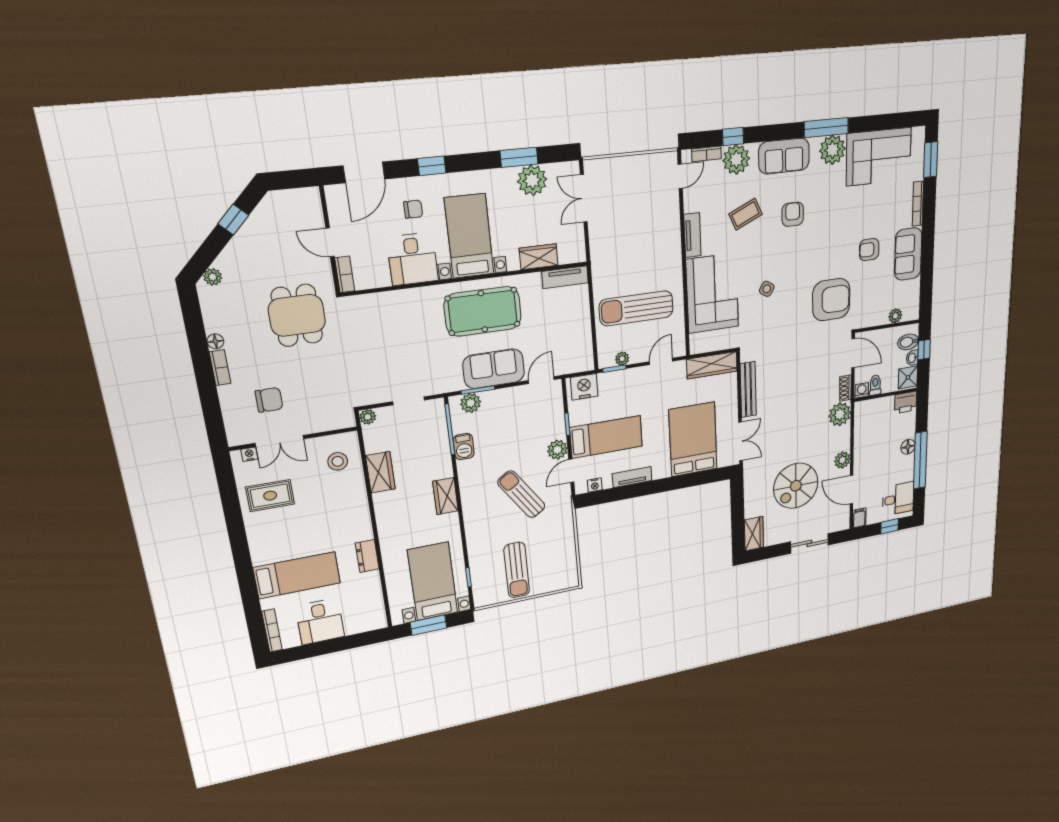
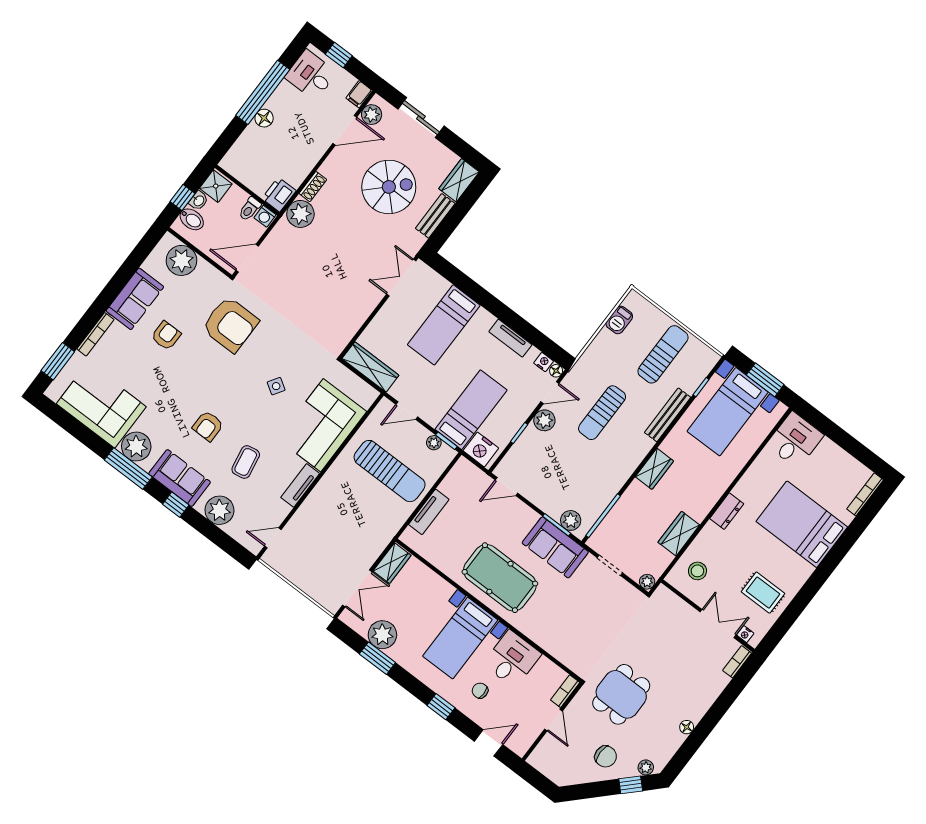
window: (733, 137) -> (176, 505), moved
bookcase: (706, 154) -> (239, 536), removed
door: (364, 172) -> (489, 743), width x0.73
coffee table: (745, 214) -> (246, 462), turned -76
window: (233, 220) -> (631, 785), moved
armchair: (869, 250) -> (166, 336), turned -90
wardrobe: (539, 257) -> (392, 563), moved, turned -90
tv unit: (565, 277) -> (429, 512), moved, turned 90
armchair: (831, 300) -> (230, 324), turned 180
plant: (895, 316) -> (181, 260), width x1.88, depth x1.88
door: (853, 353) -> (247, 258), hinge flipped
bookcase: (220, 368) -> (737, 662), moved
sofa: (494, 369) -> (555, 547), moved
shoe rack: (845, 388) -> (313, 187), moved
bench: (748, 390) -> (435, 216), moved, width x0.73
chair: (269, 400) -> (606, 756), moved, turned 180
printer: (906, 402) -> (279, 195), moved, turned -90
bed: (606, 437) -> (471, 410), moved, turned 90
bed: (693, 439) -> (444, 325), width x0.67
barbecue: (464, 447) -> (619, 320), moved, turned 180
plant: (842, 460) -> (372, 115), moved
floor lamp: (581, 488) -> (556, 371), added
door: (852, 490) -> (345, 130), hinge flipped
sun lounger: (521, 494) -> (602, 413), turned 34
bench: (473, 538) -> (668, 415), added
dresser: (367, 556) -> (727, 511), moved
bed: (297, 575) -> (802, 524), width x1.50
desk: (320, 621) -> (795, 440), moved

